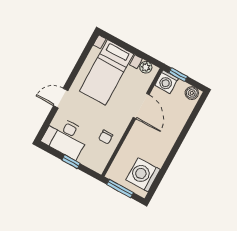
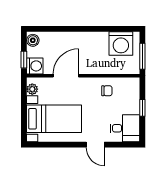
desk: (66, 137) -> (125, 128), width x0.73

